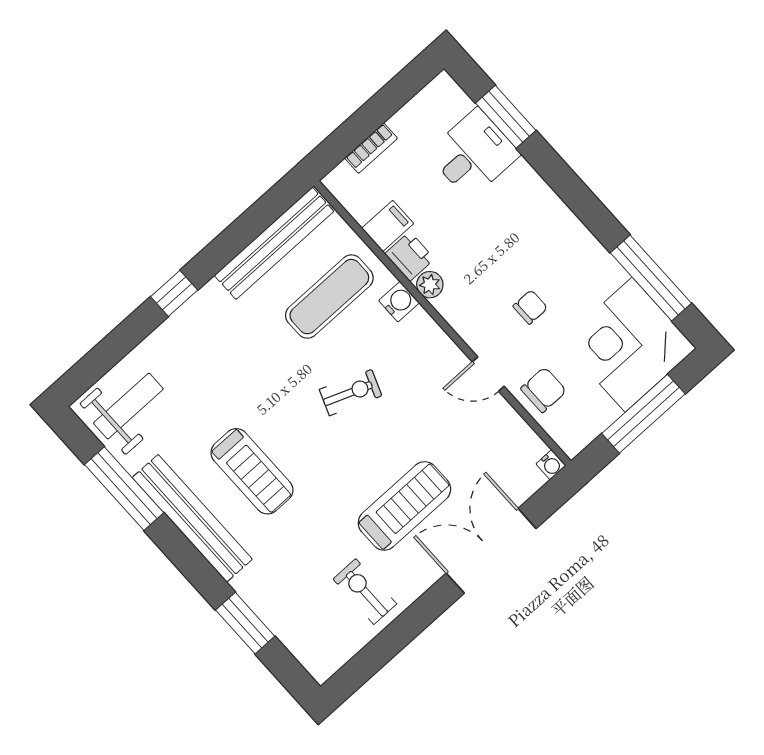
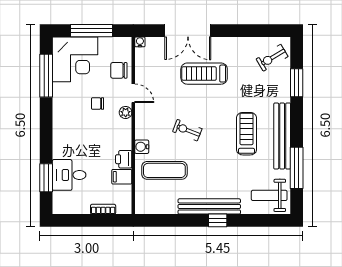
bench: (274, 243) -> (209, 206), moved
plant: (430, 285) -> (126, 112), moved
exercise bike: (365, 592) -> (272, 58), moved, turned 59

